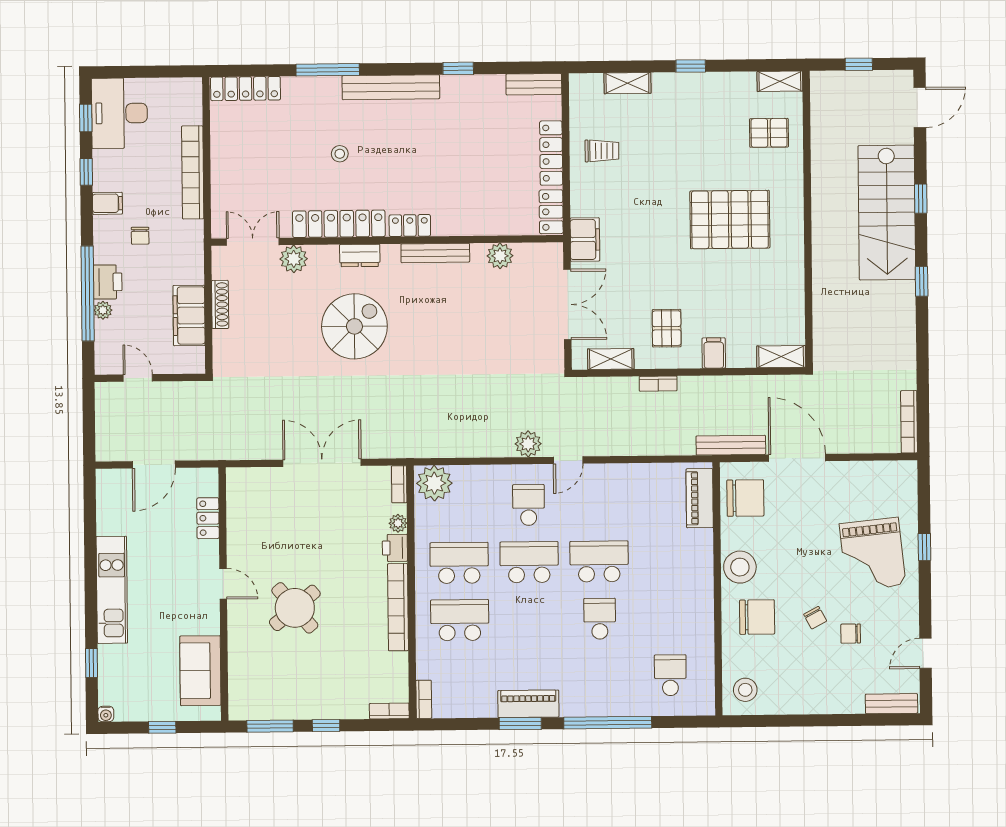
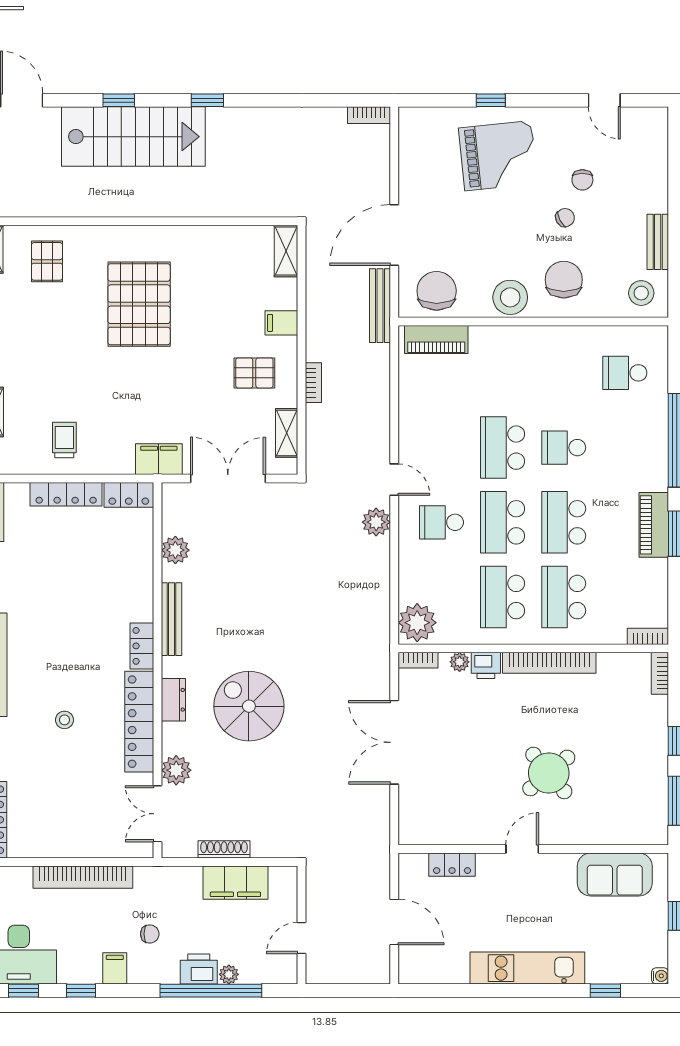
bookcase: (909, 422) -> (369, 115), width x0.64
school desk: (530, 619) -> (564, 522), added
bench: (891, 704) -> (658, 242), moved

